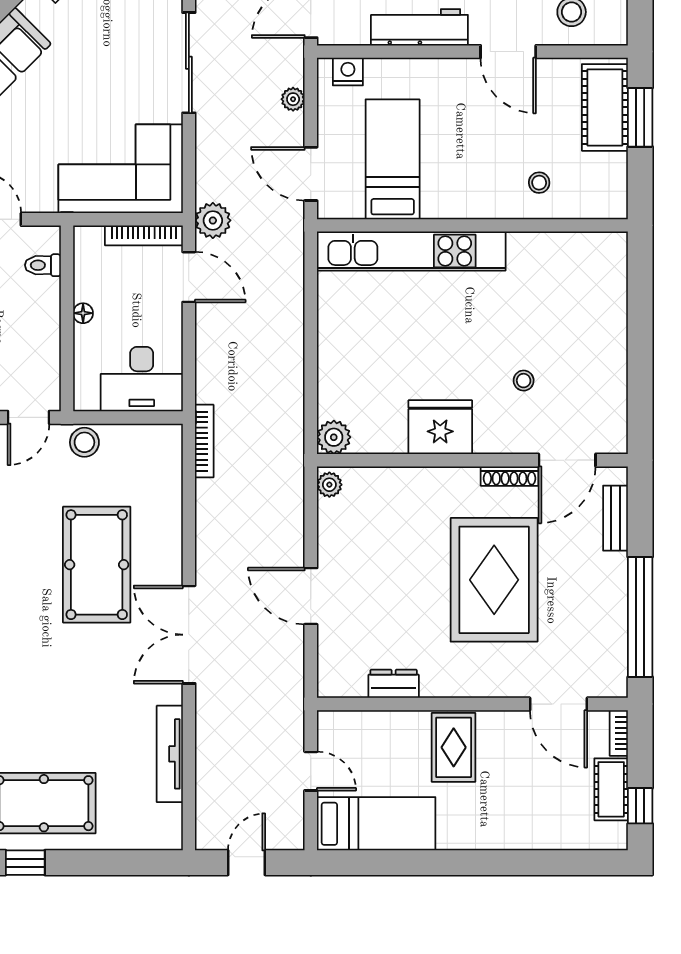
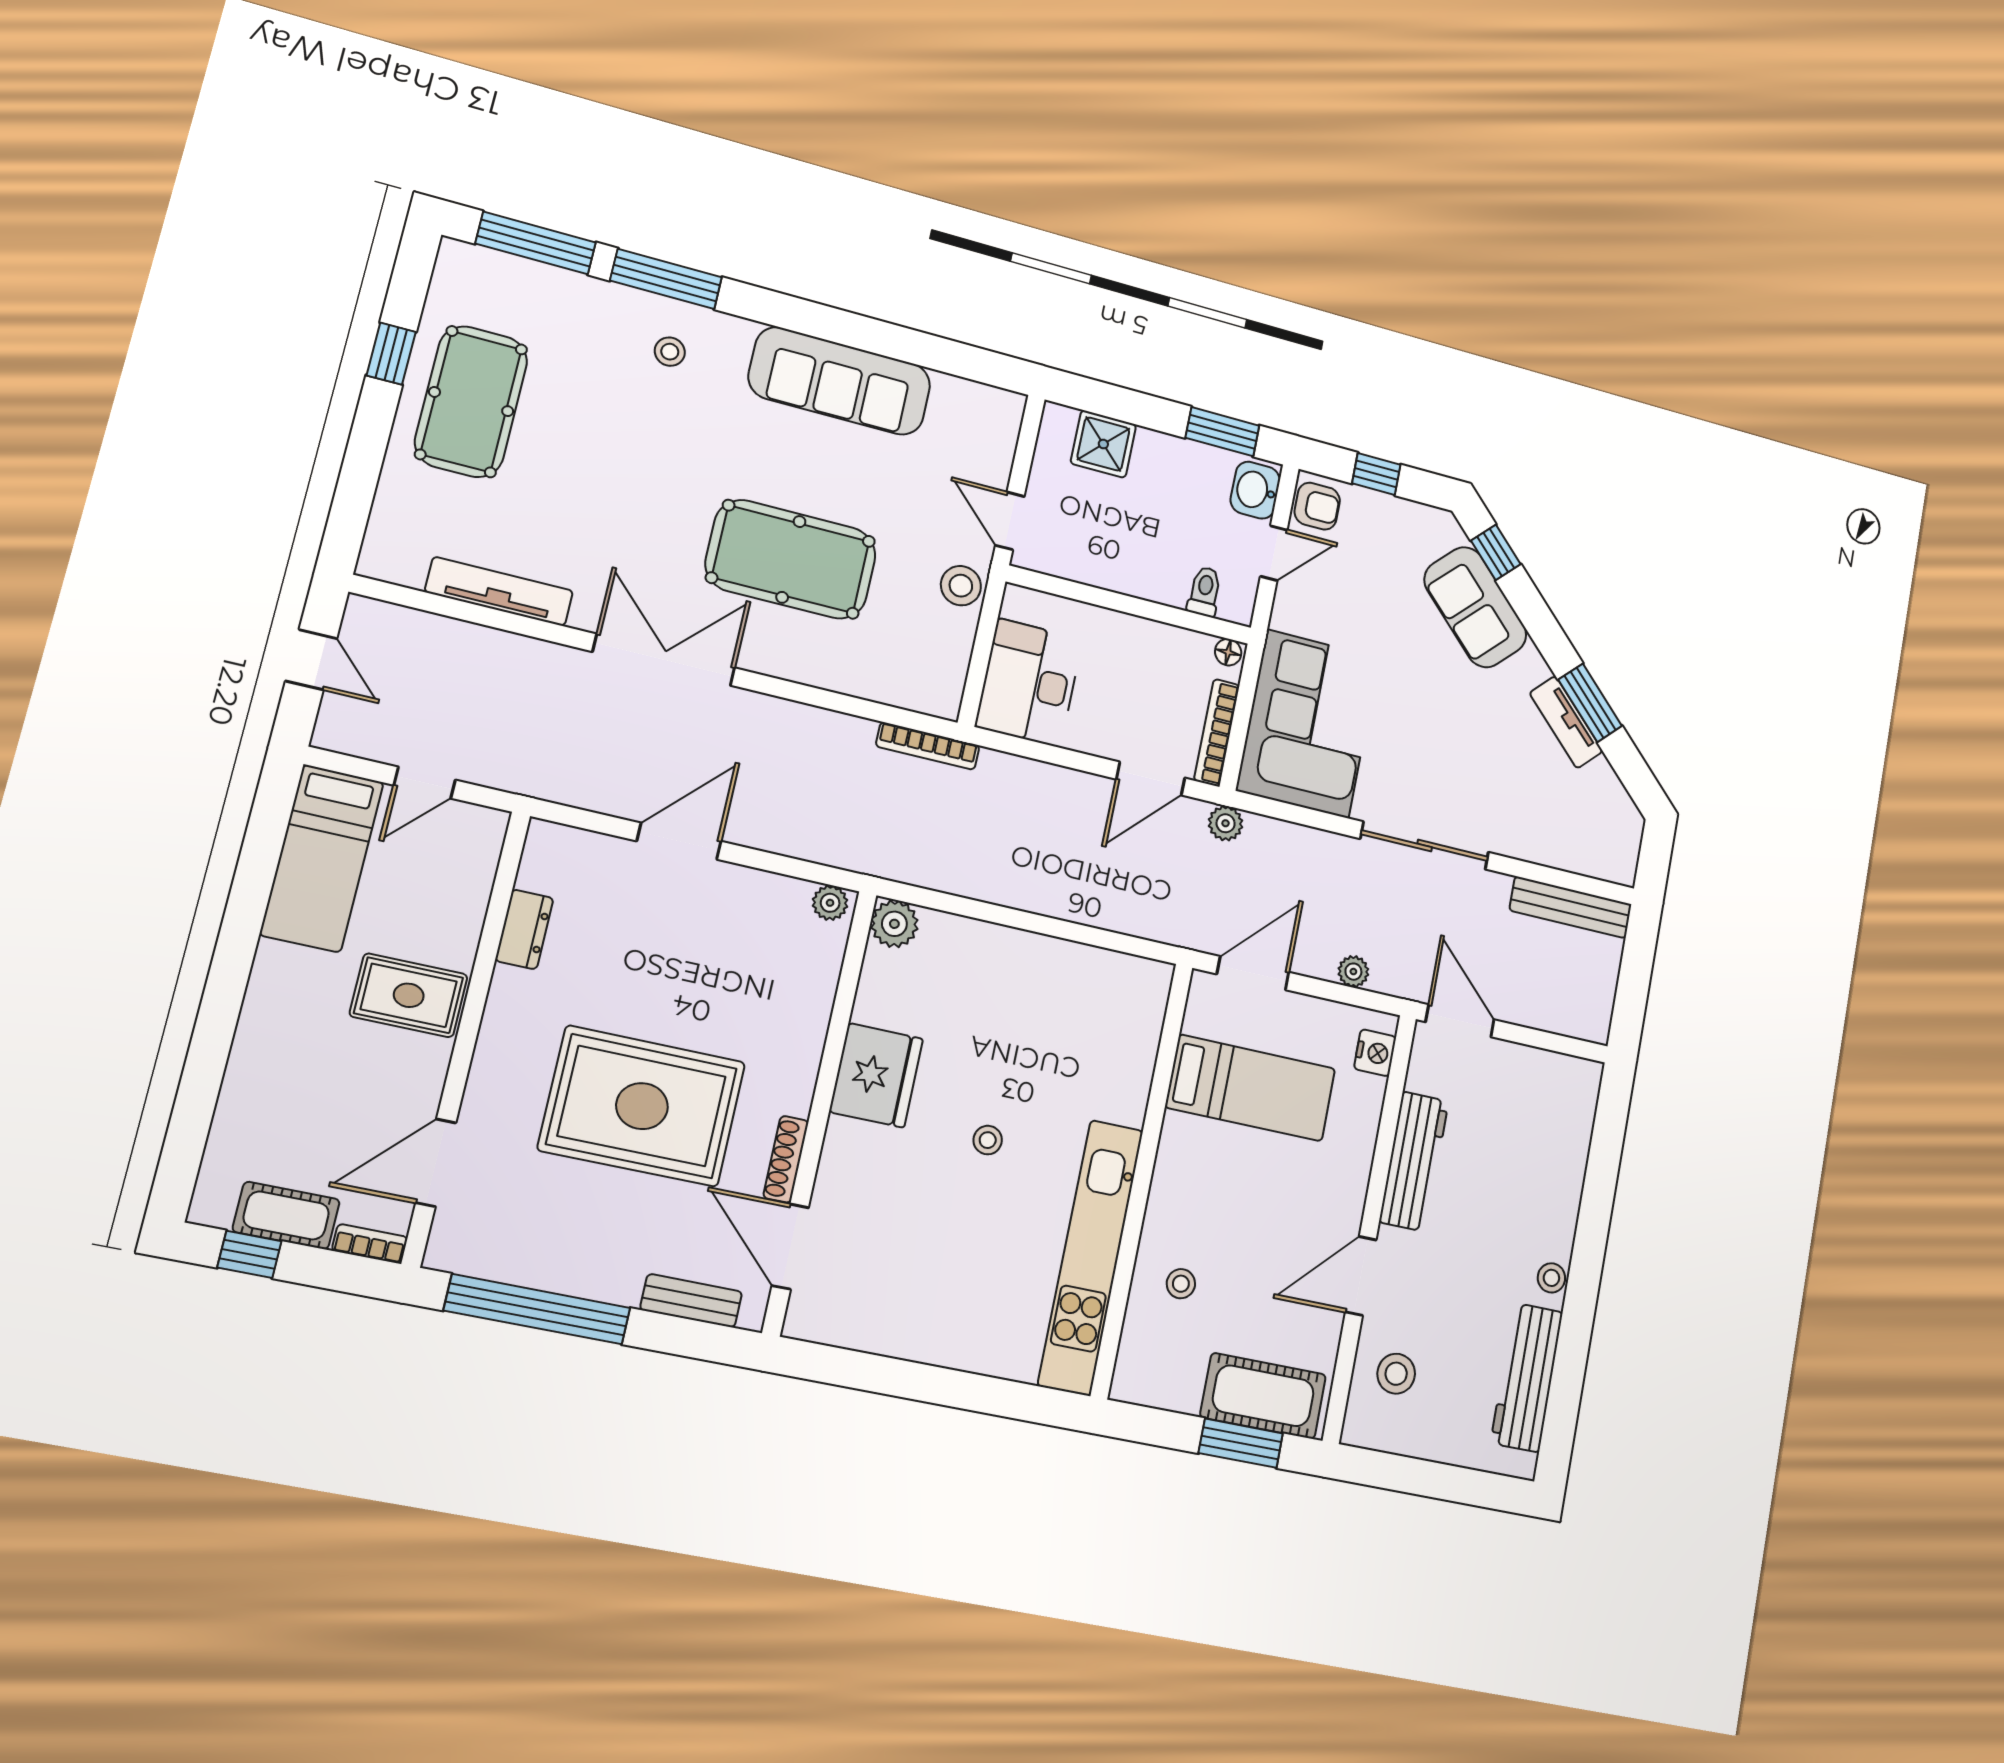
plant: (213, 220) -> (1226, 823), width x0.73, depth x0.73
kitchen unit: (411, 251) -> (1091, 1257), moved
floor lamp: (83, 313) -> (1228, 652), moved
stool: (524, 381) -> (988, 1140), moved

